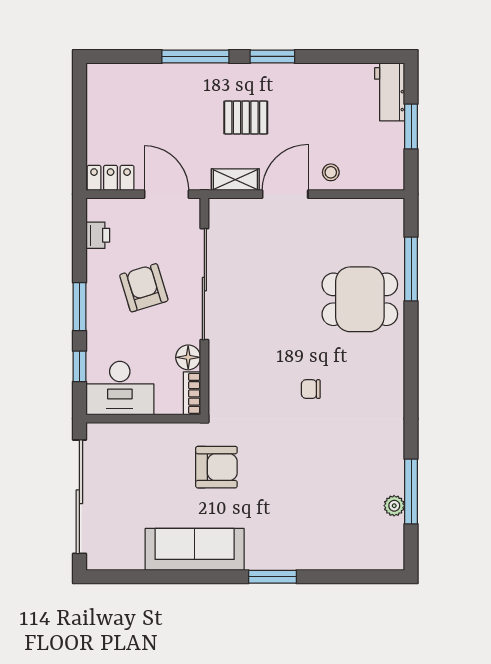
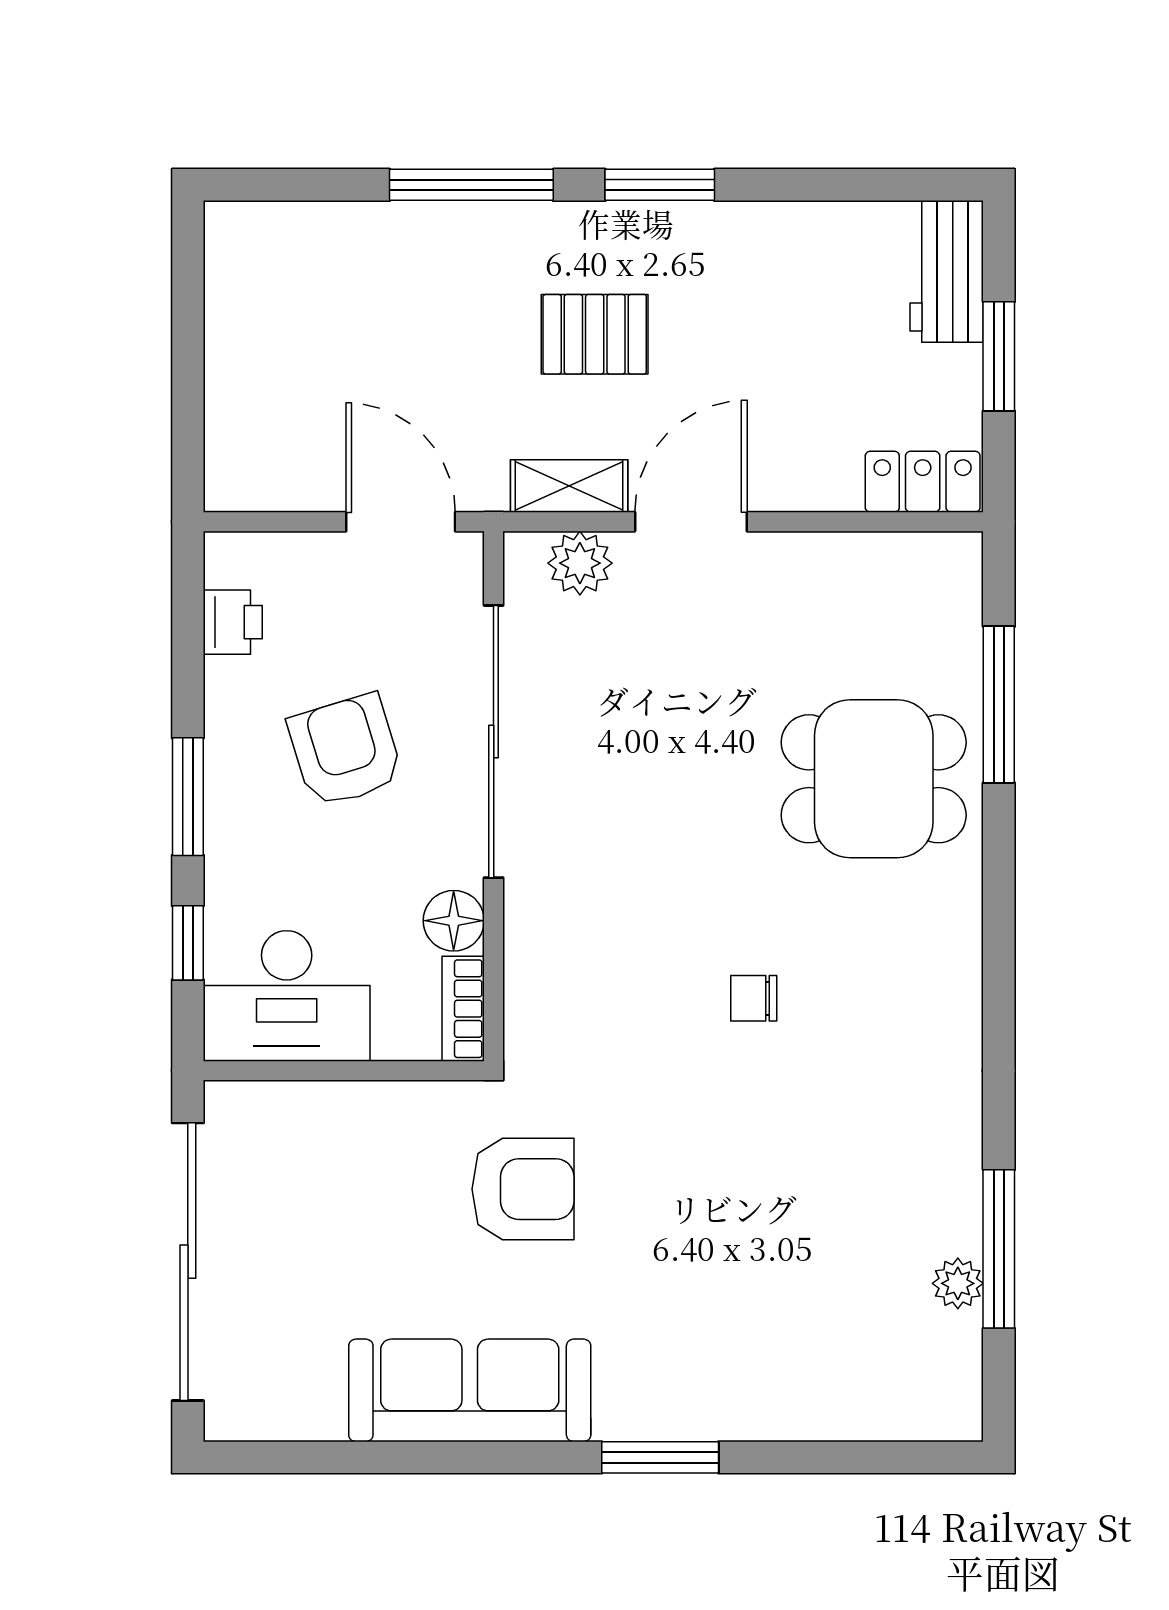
stool: (331, 172) -> (803, 468), removed
locker: (111, 178) -> (923, 482), moved
plant: (240, 211) -> (580, 563), added

